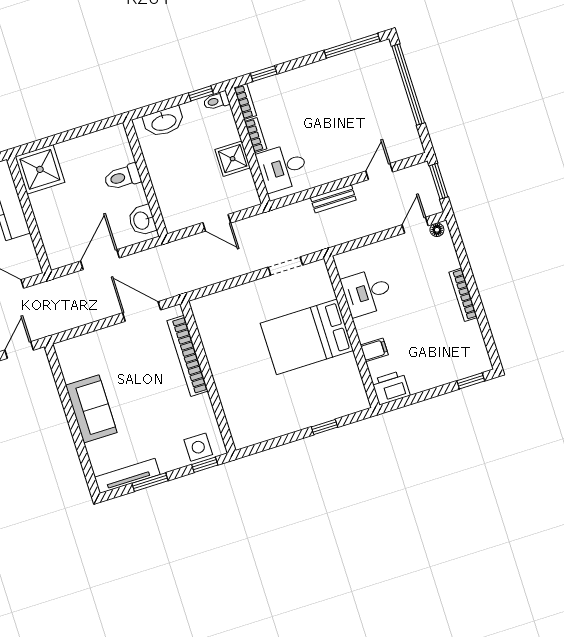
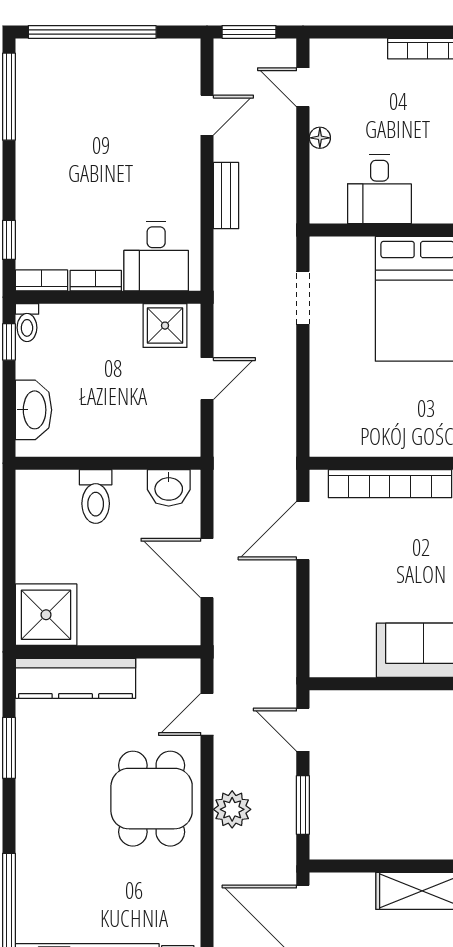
shower: (233, 159) -> (165, 326), moved
door: (379, 172) -> (207, 115), swing flipped
floor lamp: (437, 230) -> (320, 138), moved

